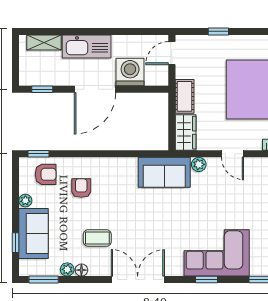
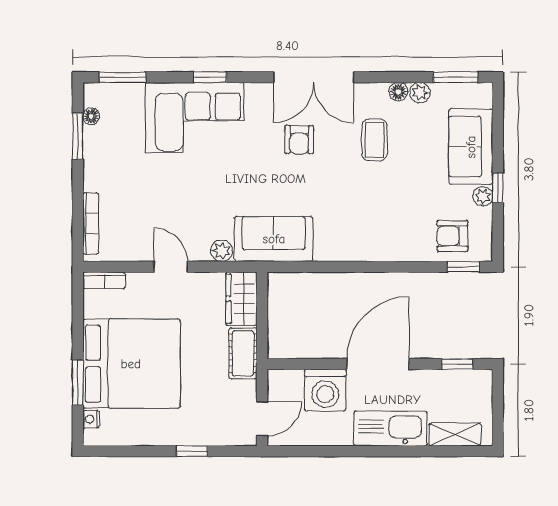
armchair: (81, 188) -> (299, 139), moved
coffee table: (97, 238) -> (375, 140), turned 90
window: (16, 243) -> (498, 188), moved

